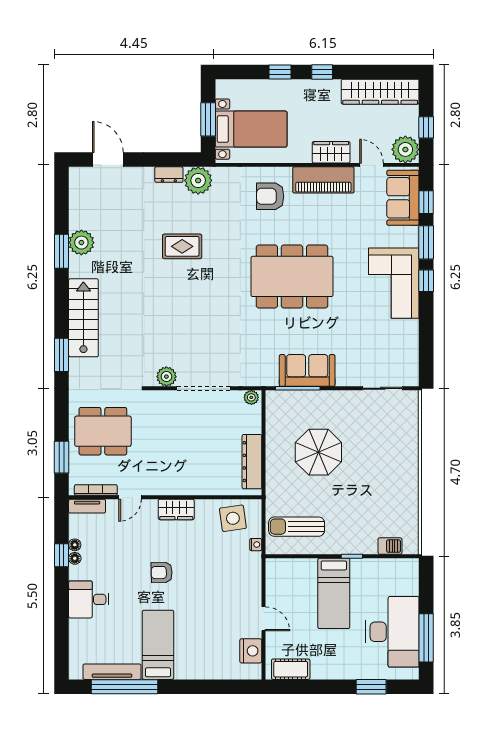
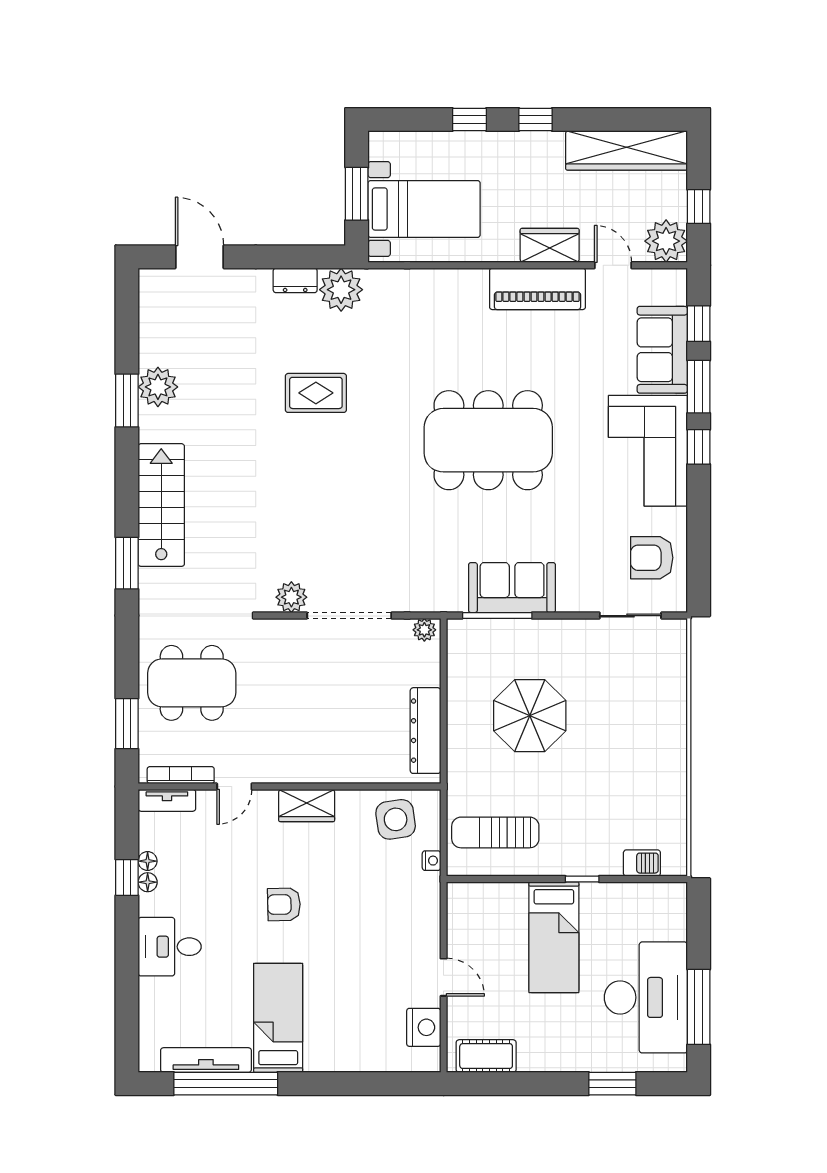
armchair: (270, 196) -> (652, 558), moved
sofa: (403, 198) -> (662, 350), moved

